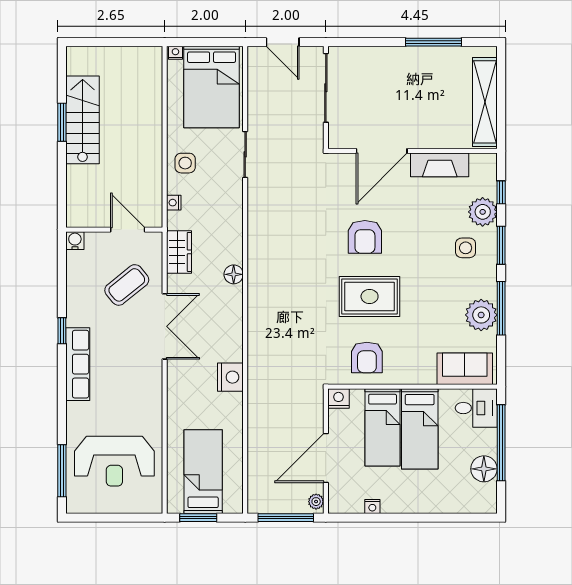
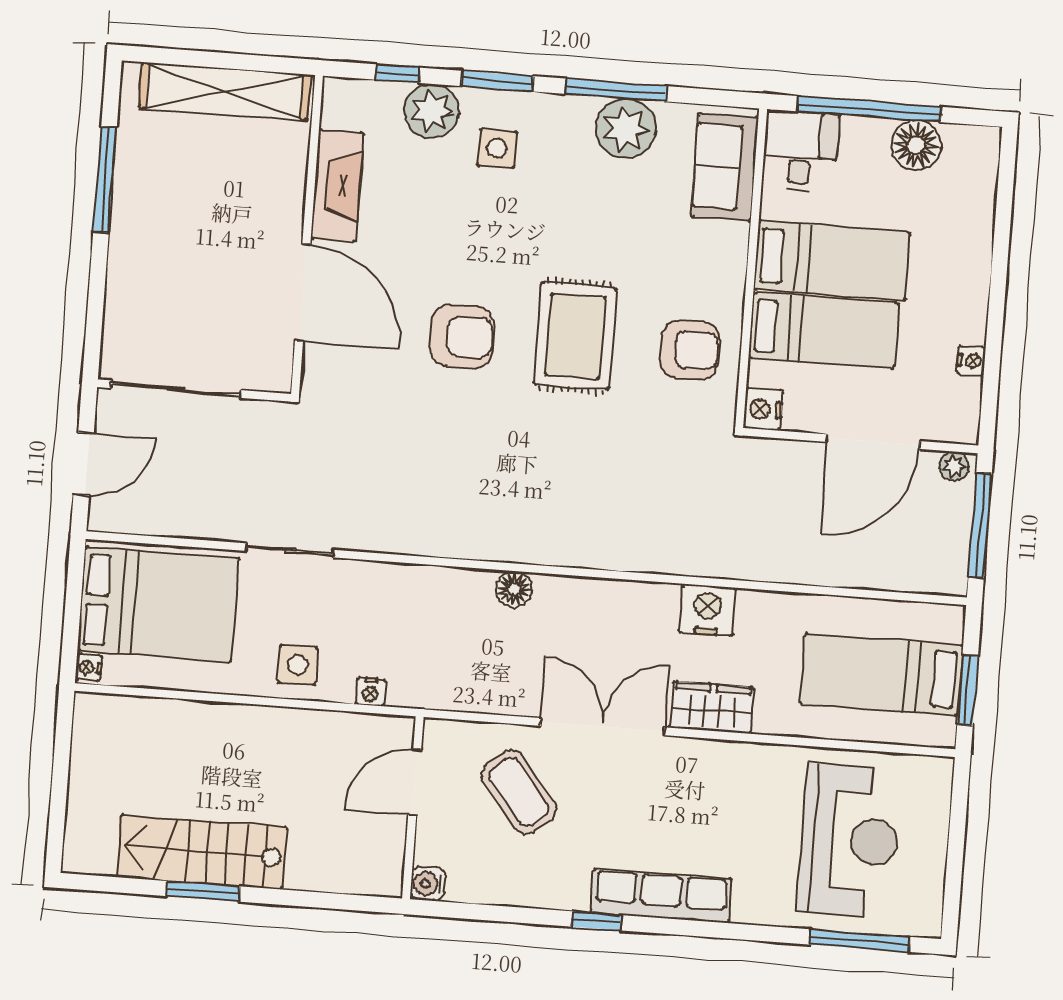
wardrobe: (179, 252) -> (712, 708), moved
door: (326, 458) -> (873, 442), hinge flipped

